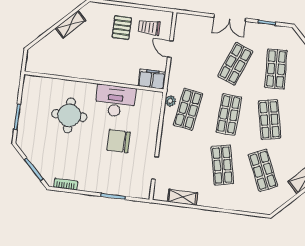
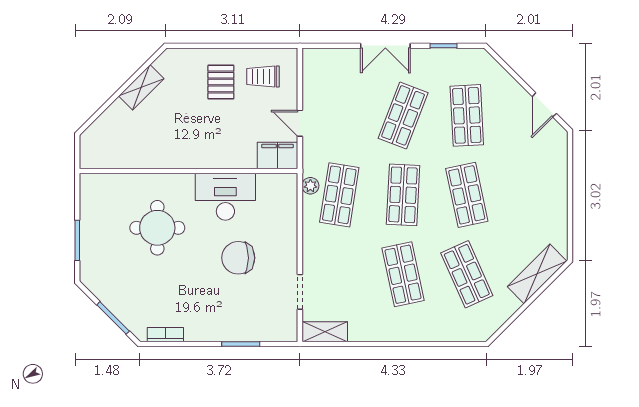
door: (170, 49) -> (300, 123), moved
shelving: (183, 197) -> (325, 332), moved

